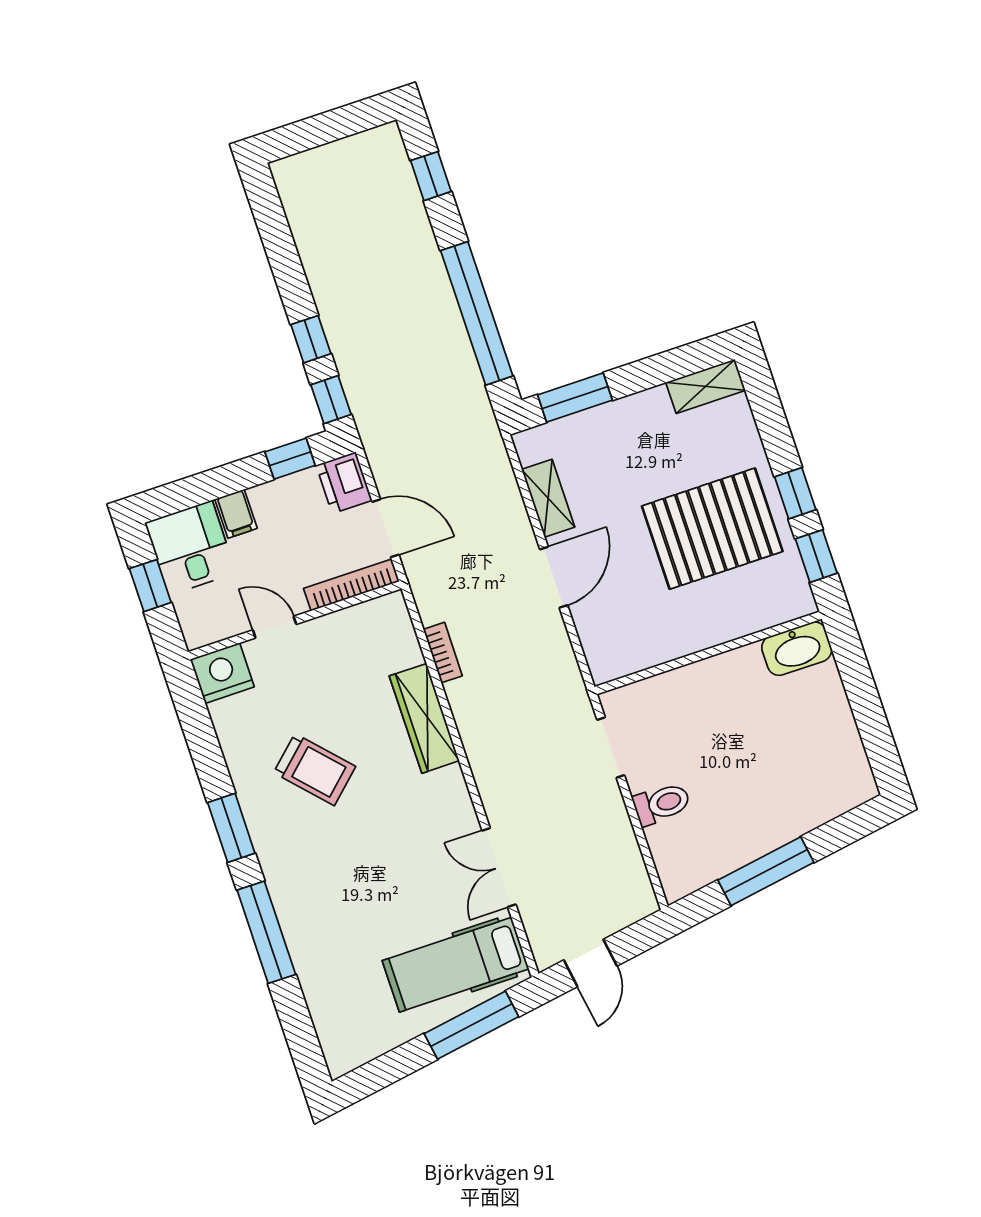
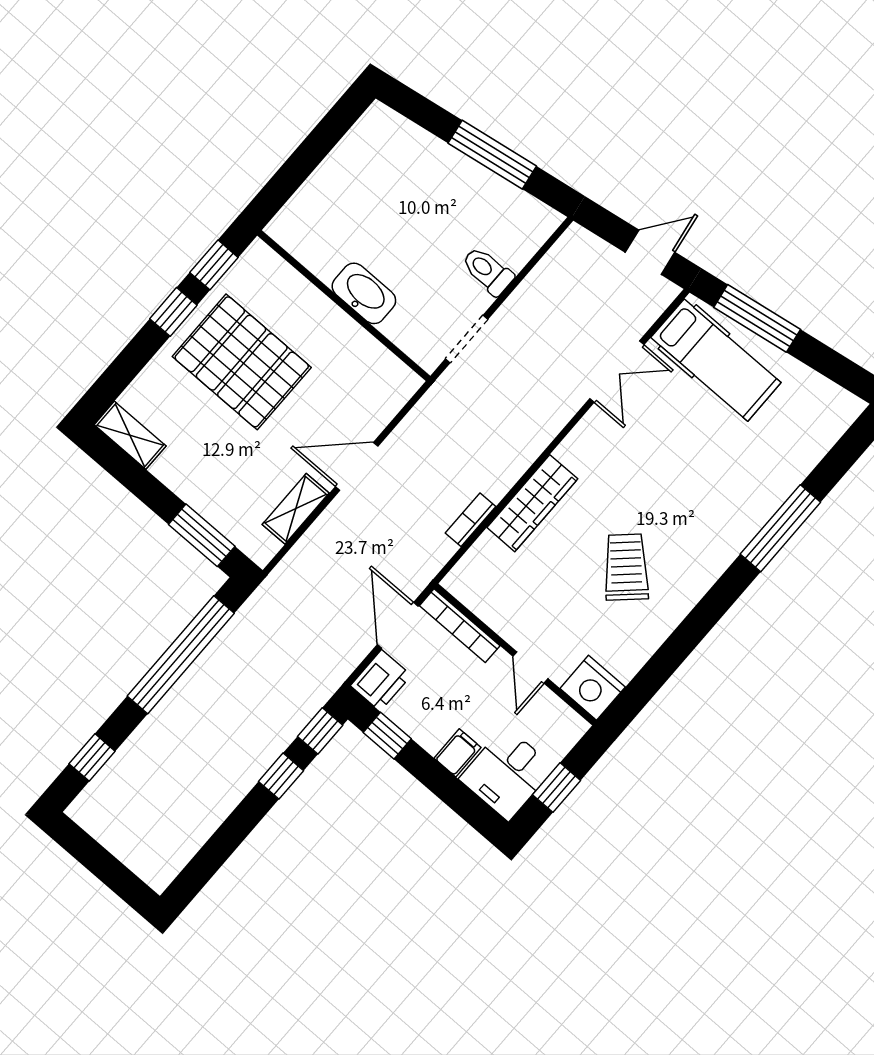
washbasin: (797, 649) -> (364, 293), moved
window: (231, 828) -> (713, 606), removed

